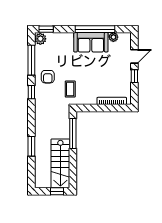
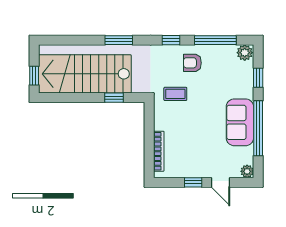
window: (46, 29) -> (258, 78), moved
plant: (113, 37) -> (247, 171), moved
window: (73, 133) -> (114, 98), width x0.46
window: (31, 146) -> (119, 40), moved
stairs: (60, 163) -> (85, 74), width x1.36, depth x1.51

